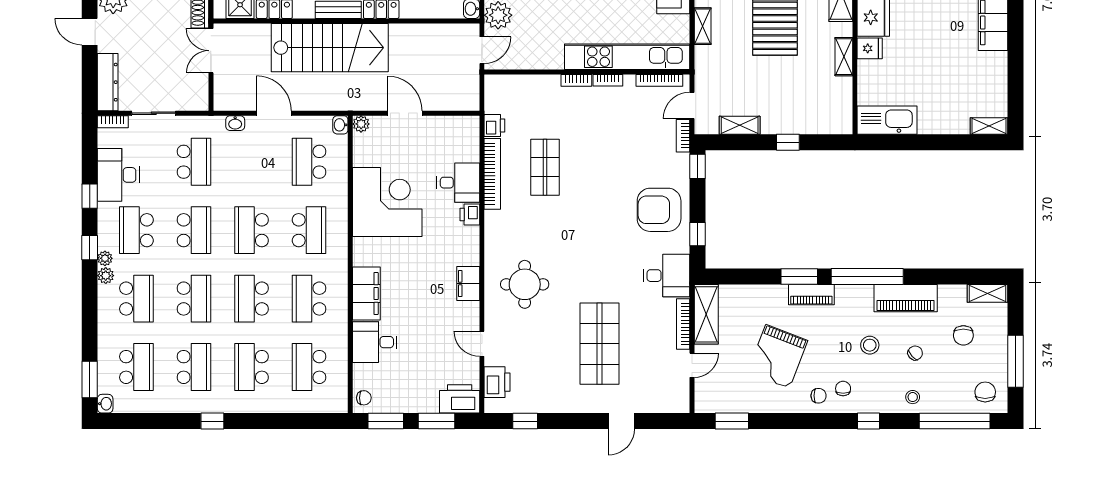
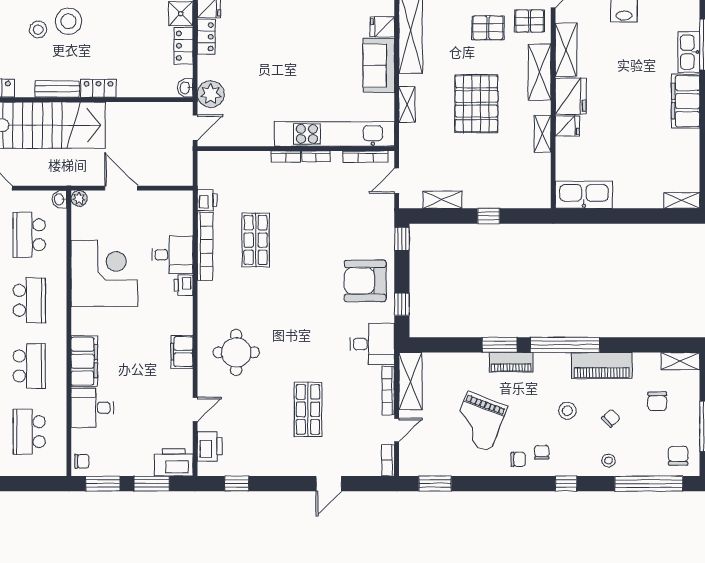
bookcase: (683, 136) -> (388, 460), moved
school desk: (309, 299) -> (29, 366), turned 180
door: (482, 344) -> (195, 409), swing flipped
shop shelf: (600, 344) -> (308, 409), width x0.70, depth x0.74

